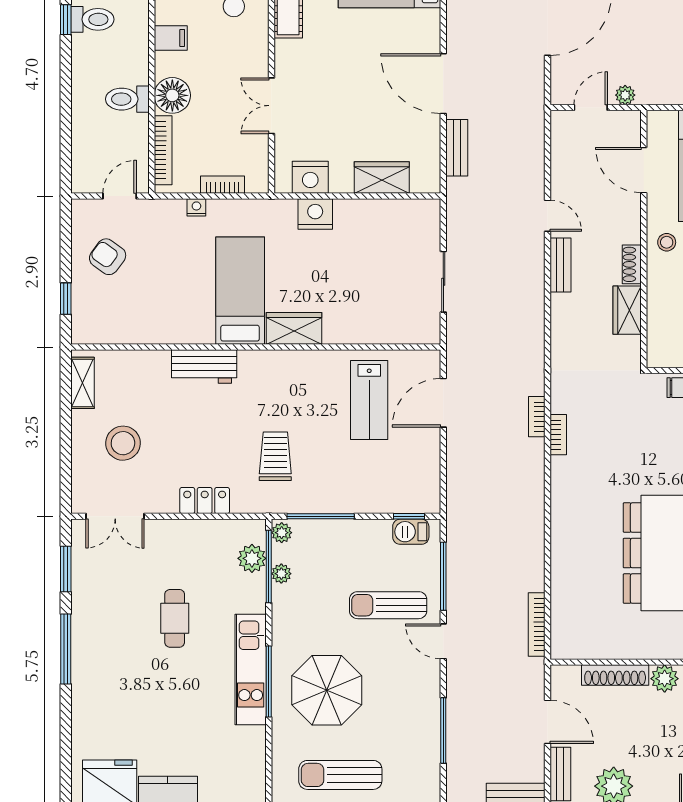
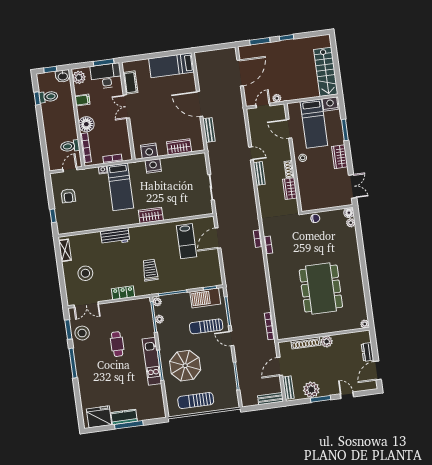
toilet: (127, 99) -> (70, 146), moved
double door: (271, 106) -> (126, 107), moved
armchair: (108, 257) -> (68, 196), turned -126
bed: (240, 291) -> (120, 187), moved, turned 180
barbecue: (411, 532) -> (205, 298), width x1.88, depth x1.53
plant: (252, 558) -> (146, 314), removed
stool: (97, 582) -> (82, 333), added
door: (547, 722) -> (280, 366), swing flipped

